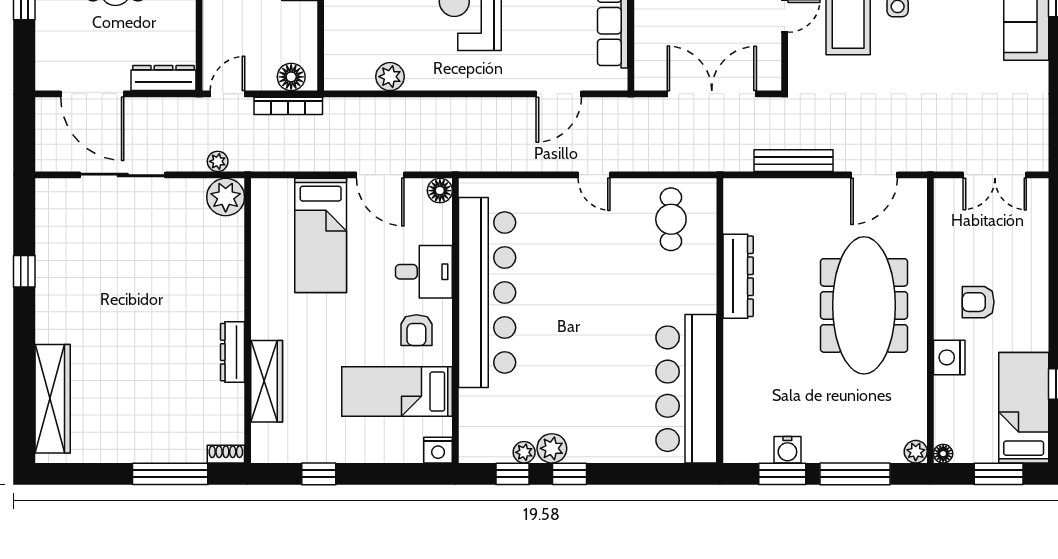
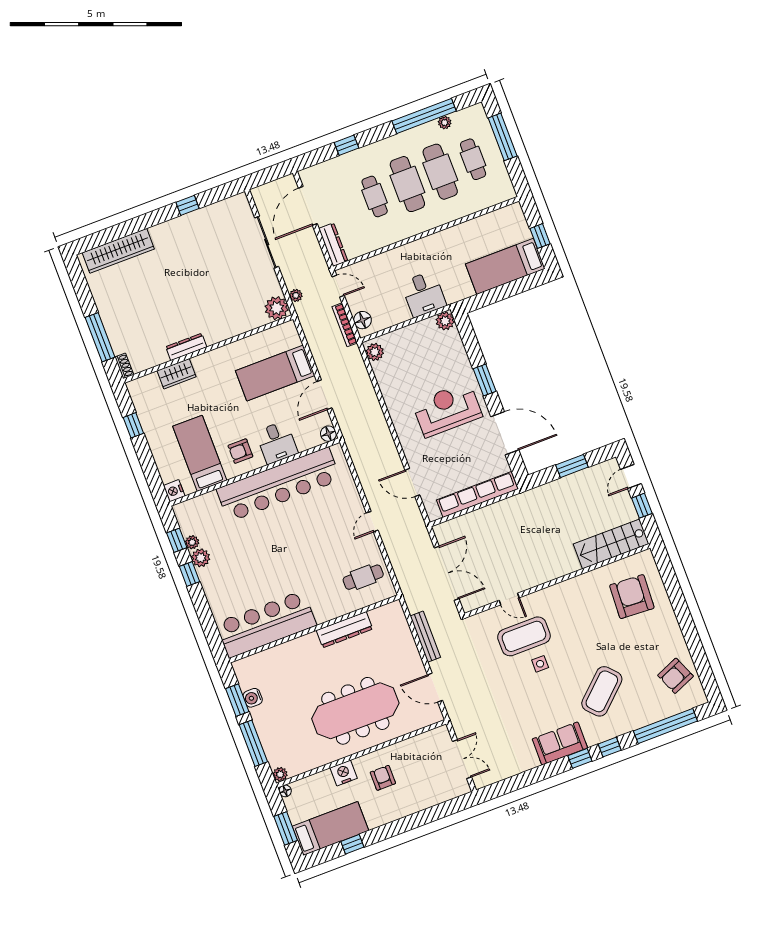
plant: (390, 77) -> (375, 352), moved
double door: (995, 175) -> (462, 759), swing flipped
wardrobe: (267, 381) -> (177, 374), width x0.67

